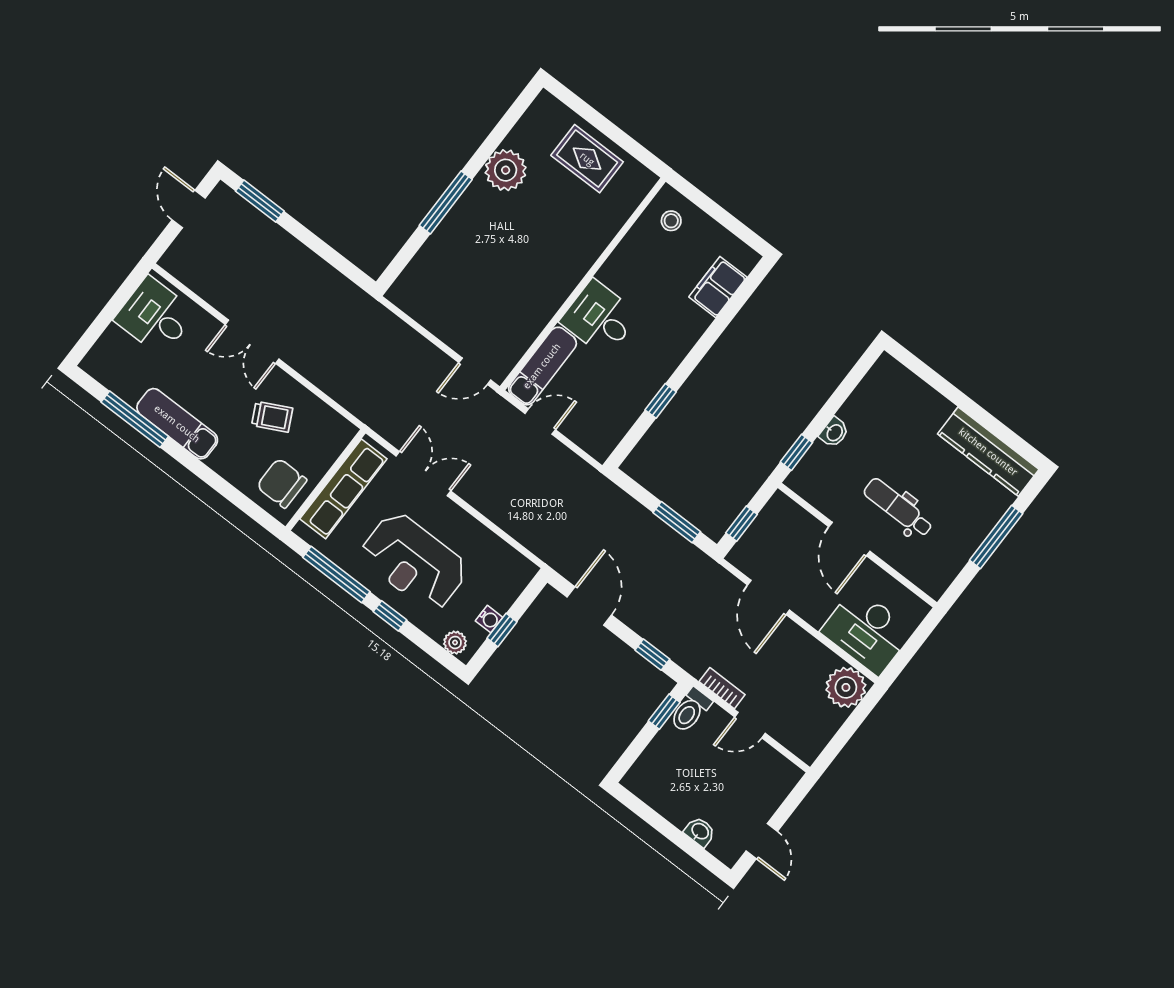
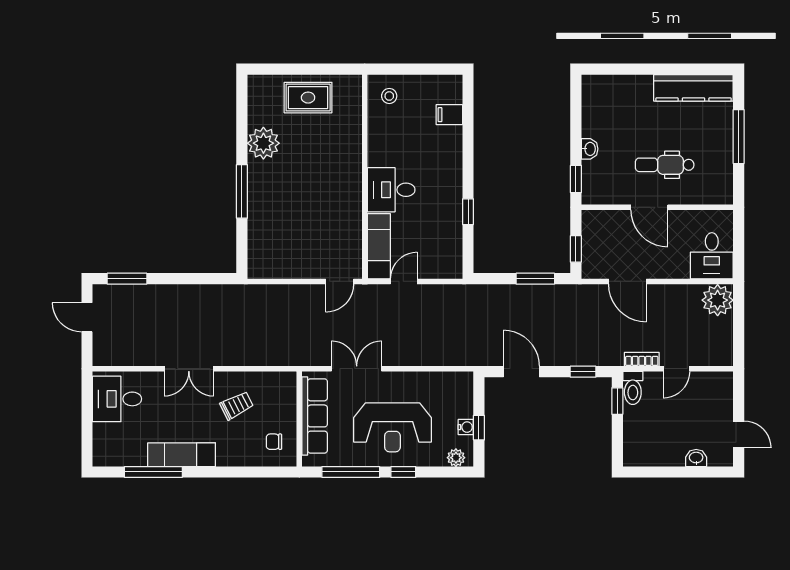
filing cabinet: (718, 287) -> (449, 115), width x0.50
chair: (282, 483) -> (274, 442), width x0.54, depth x0.54
desk: (867, 631) -> (712, 256), width x0.73

